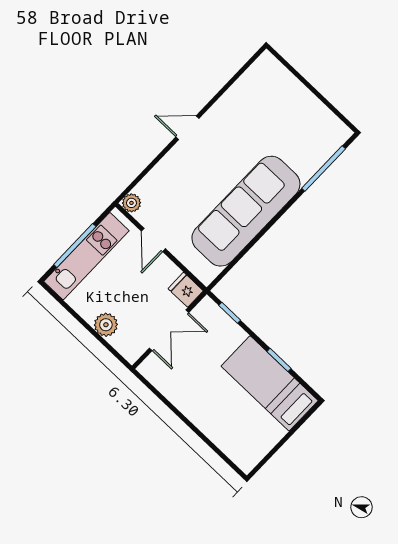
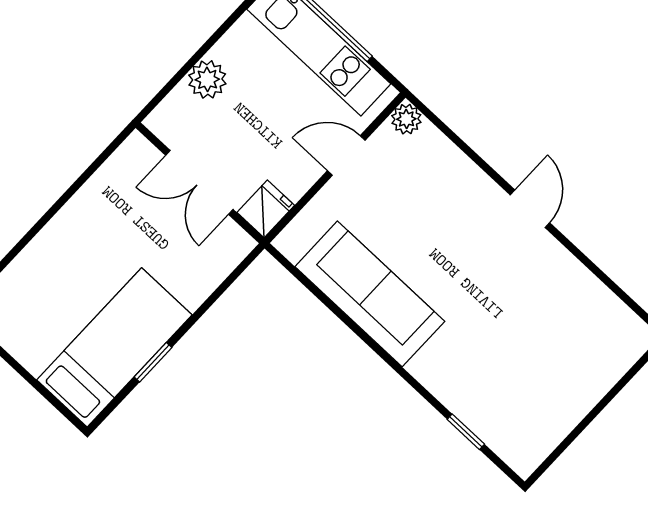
window: (324, 168) -> (466, 432), width x0.46
sofa: (246, 211) -> (370, 294), width x0.74, depth x0.79
window: (230, 313) -> (229, 281), removed

